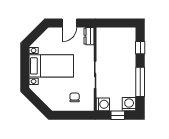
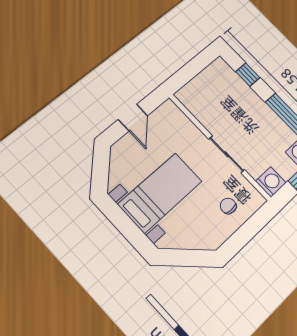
dresser: (89, 36) -> (173, 113), removed

